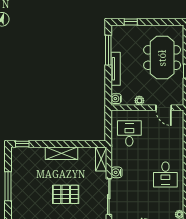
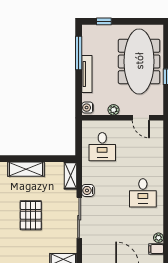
meeting table: (162, 58) -> (139, 61), width x1.36
desk: (129, 133) -> (102, 147), turned 180
pallet: (66, 194) -> (31, 215), turned 90

